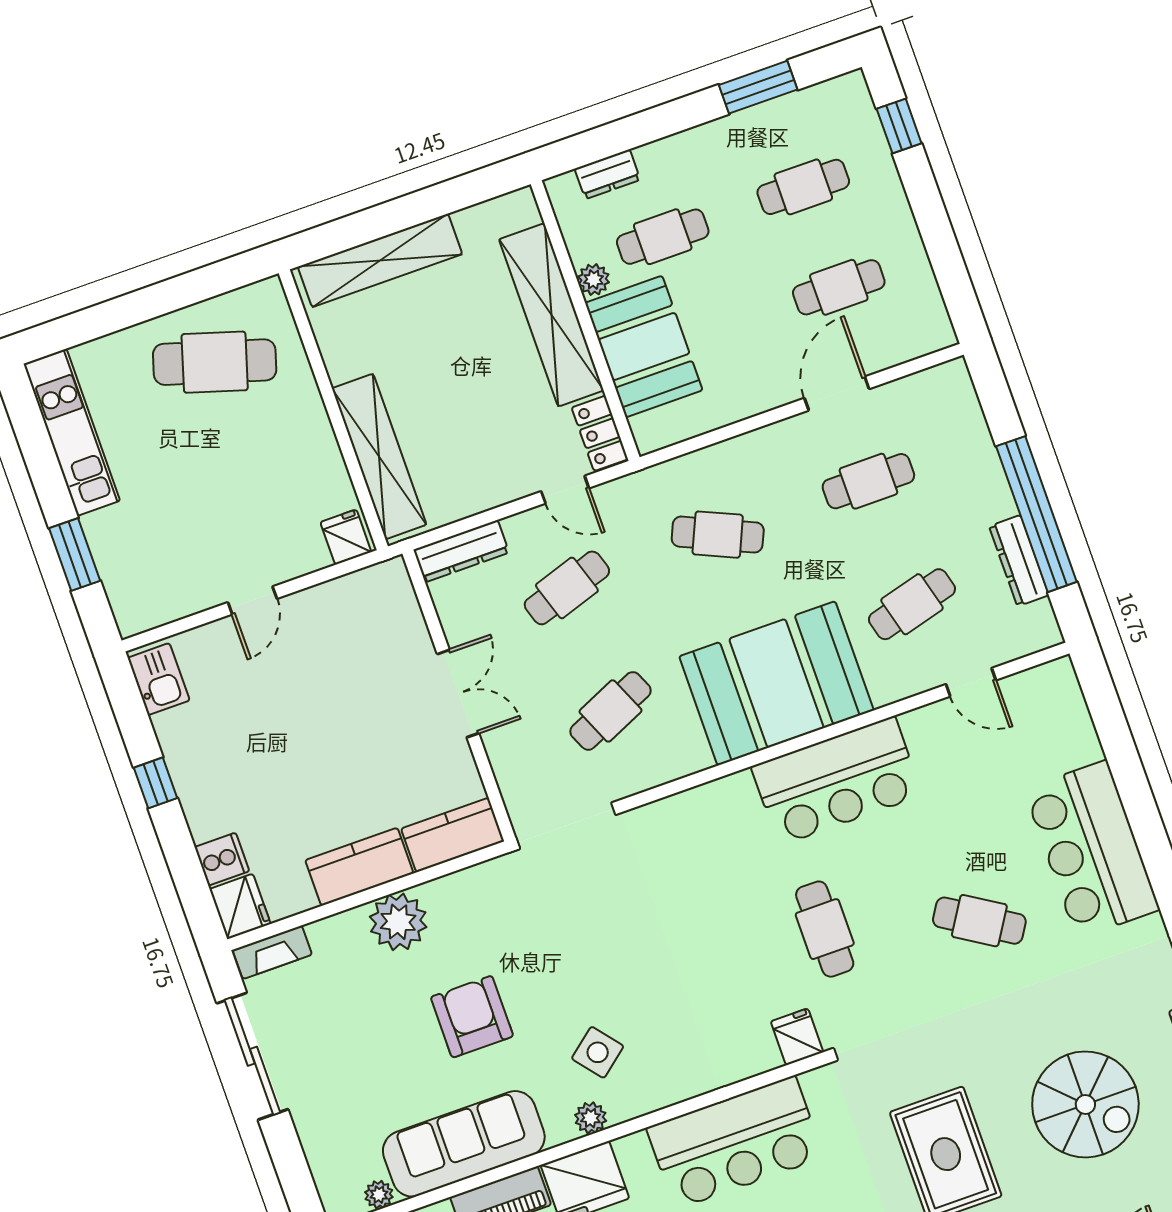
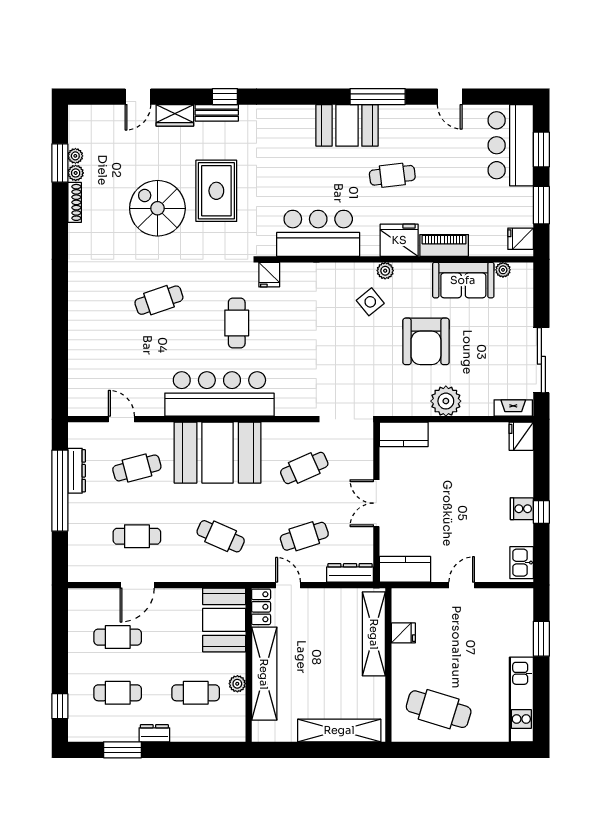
dresser: (607, 174) -> (154, 733), moved
booth: (644, 346) -> (224, 620), moved
fridge: (346, 537) -> (403, 633), moved, turned -90
bar counter: (837, 781) -> (219, 394), width x1.36
bar counter: (1092, 849) -> (91, 316), removed
cooker: (222, 859) -> (522, 509), moved
kitchen counter: (359, 867) -> (405, 569), moved, turned 180
cafe table: (979, 921) -> (159, 300), turned -51
armchair: (472, 1017) -> (426, 341), width x1.36, depth x1.36
spiral stairs: (1085, 1104) -> (157, 208), moved
sofa: (464, 1144) -> (463, 280), width x0.73

